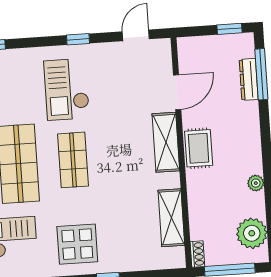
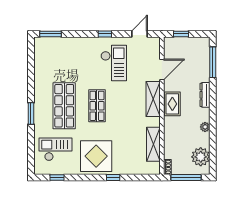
window: (230, 29) -> (181, 34), moved
dresser: (249, 79) -> (205, 95), moved
checkout: (67, 89) -> (114, 63), moved, turned 180
display table: (77, 244) -> (96, 156), width x1.36, depth x1.36

